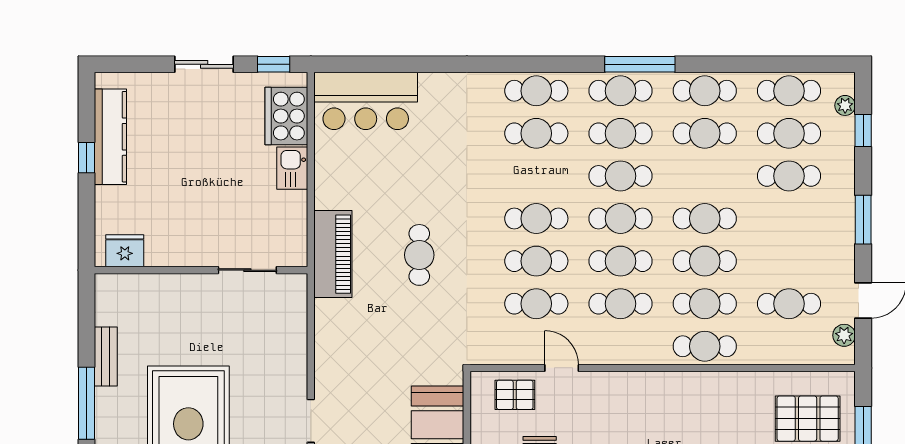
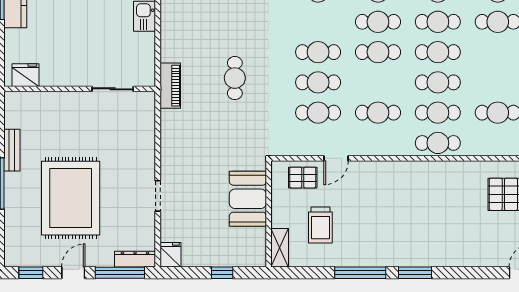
piano: (333, 254) -> (170, 86), width x0.73, depth x0.75
cafe table: (621, 261) -> (438, 22), moved
door: (562, 368) -> (336, 158), swing flipped

